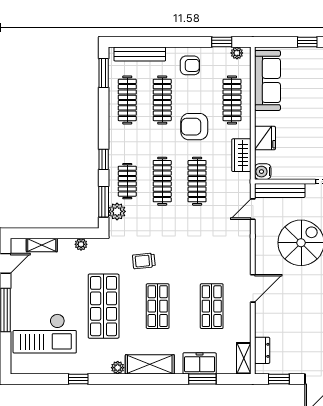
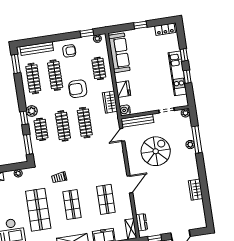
clothes rail: (232, 100) -> (99, 68), width x0.73
plant: (117, 211) -> (32, 111), moved

